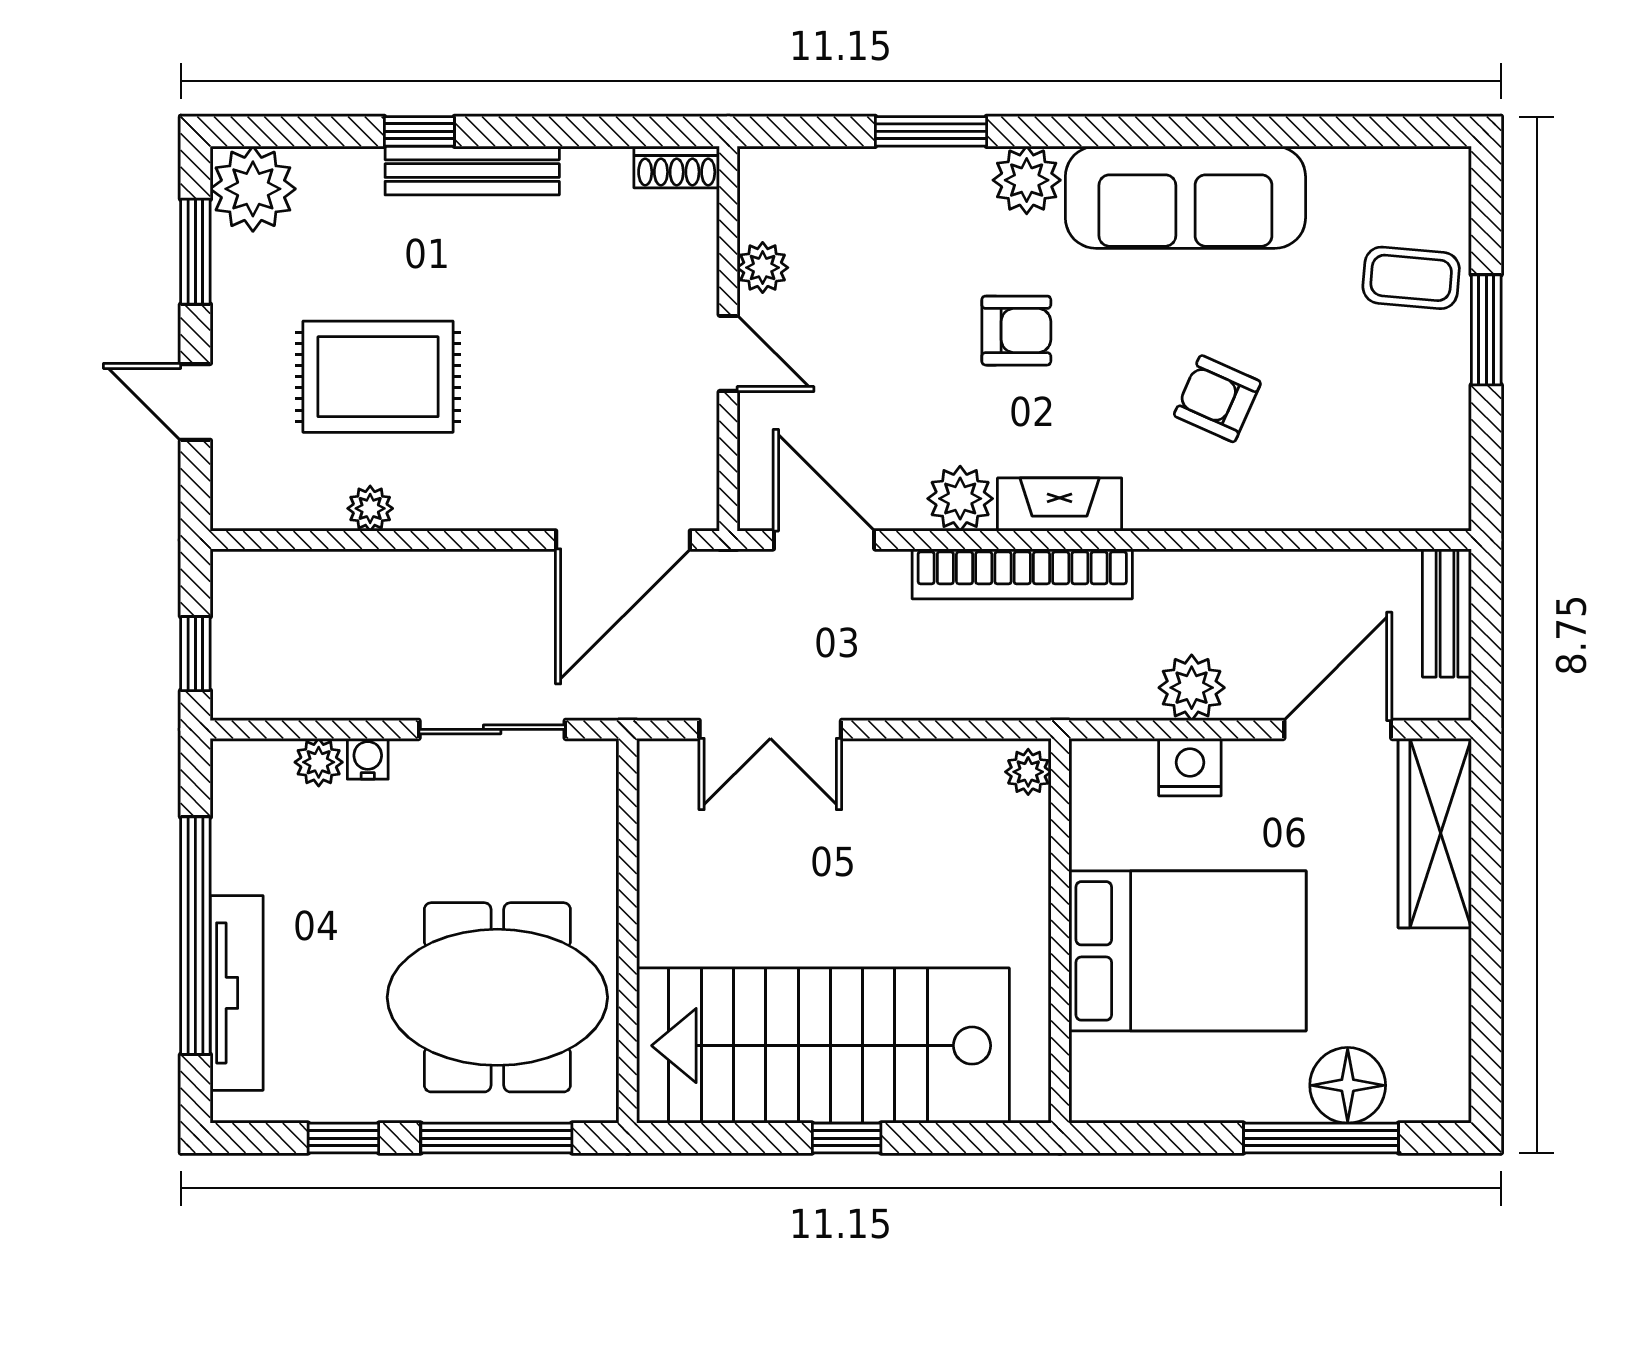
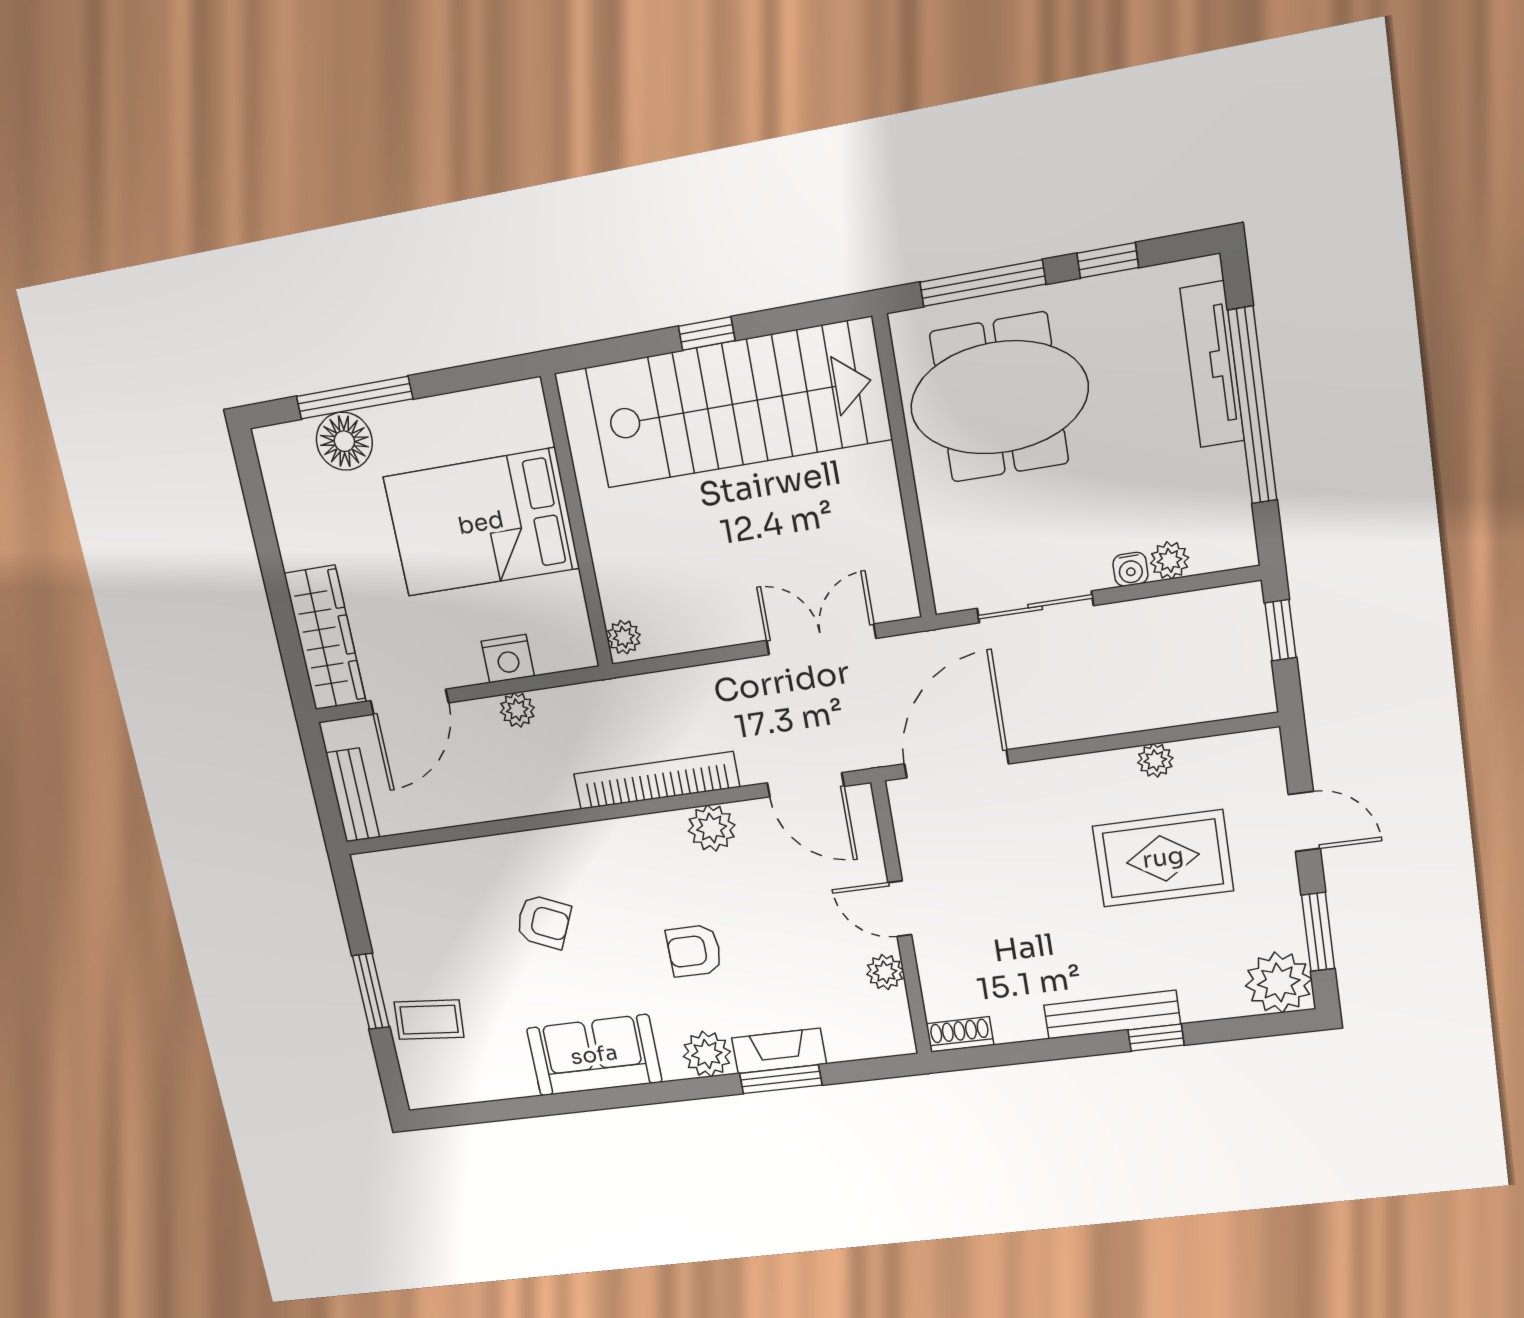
sofa: (1185, 197) -> (594, 1055), width x0.73
fireplace: (1060, 505) -> (779, 1051), moved, turned 180
plant: (1192, 688) -> (517, 710), width x0.73, depth x0.73

